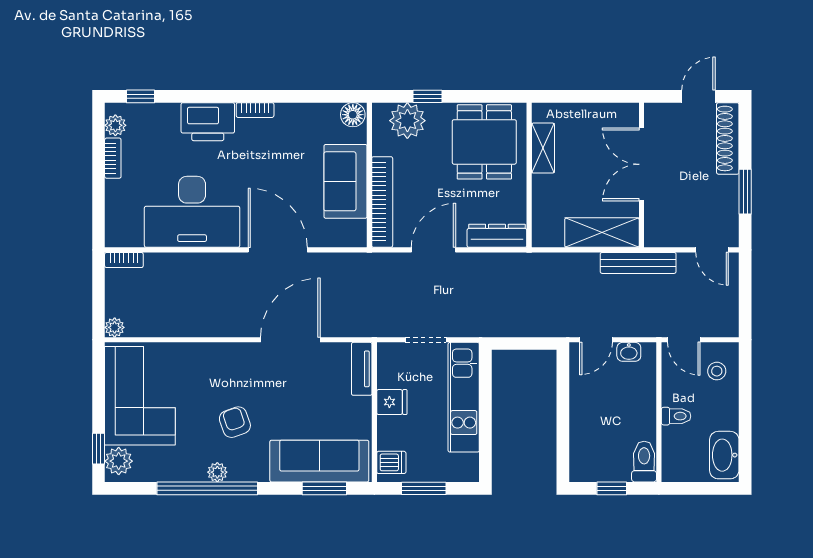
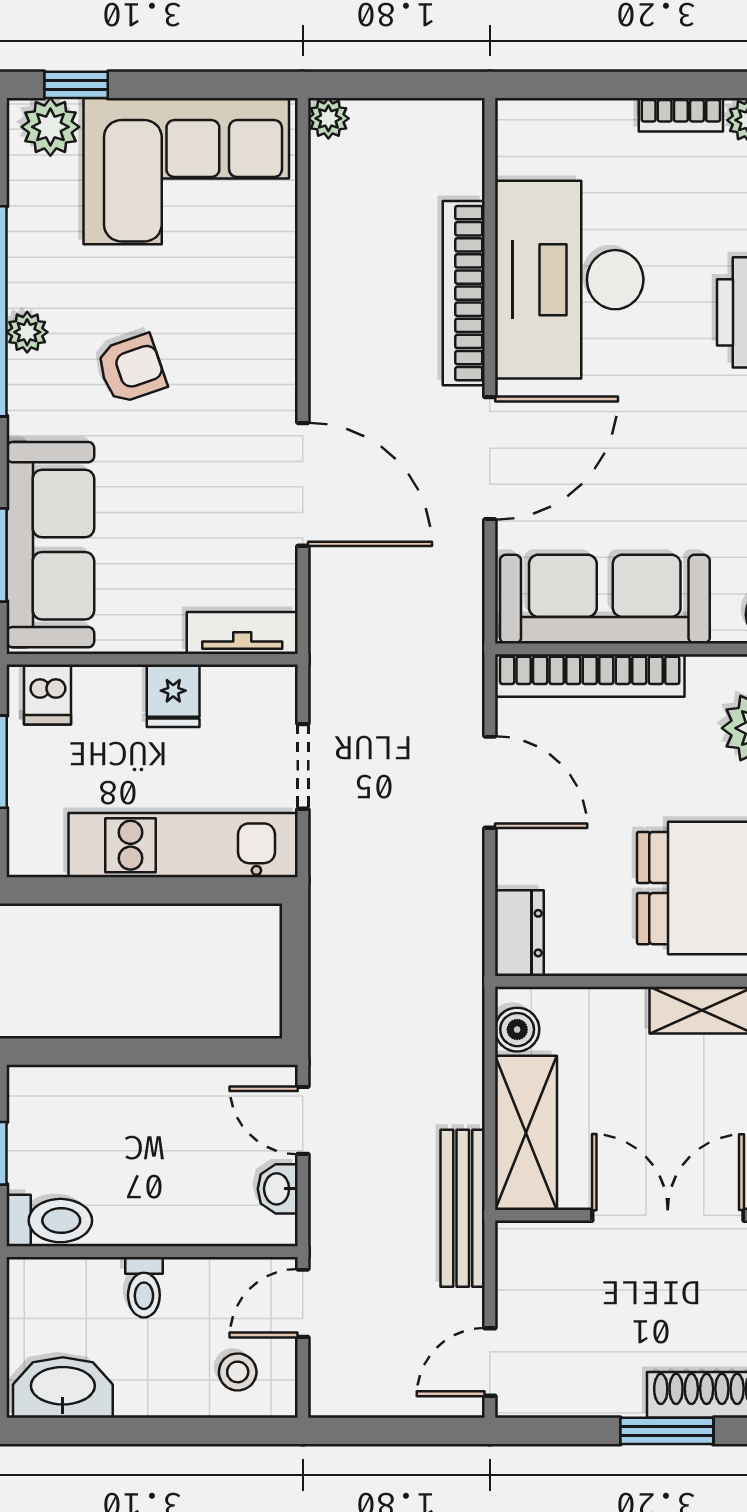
sofa: (345, 181) -> (605, 599), width x1.36
window: (745, 192) -> (667, 1431), moved
dresser: (497, 236) -> (519, 933), width x0.70
boiler: (552, 237) -> (517, 1030), added
bookcase: (124, 260) -> (464, 293), moved, width x2.31, depth x1.31

